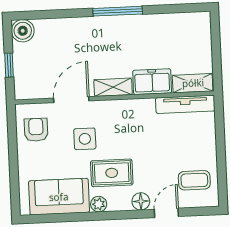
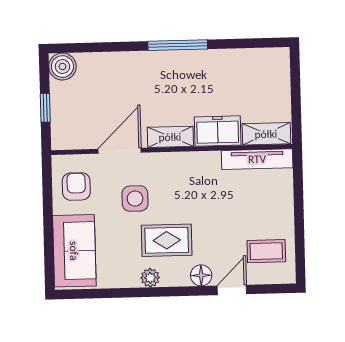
sofa: (59, 197) -> (74, 251), moved, turned 90

